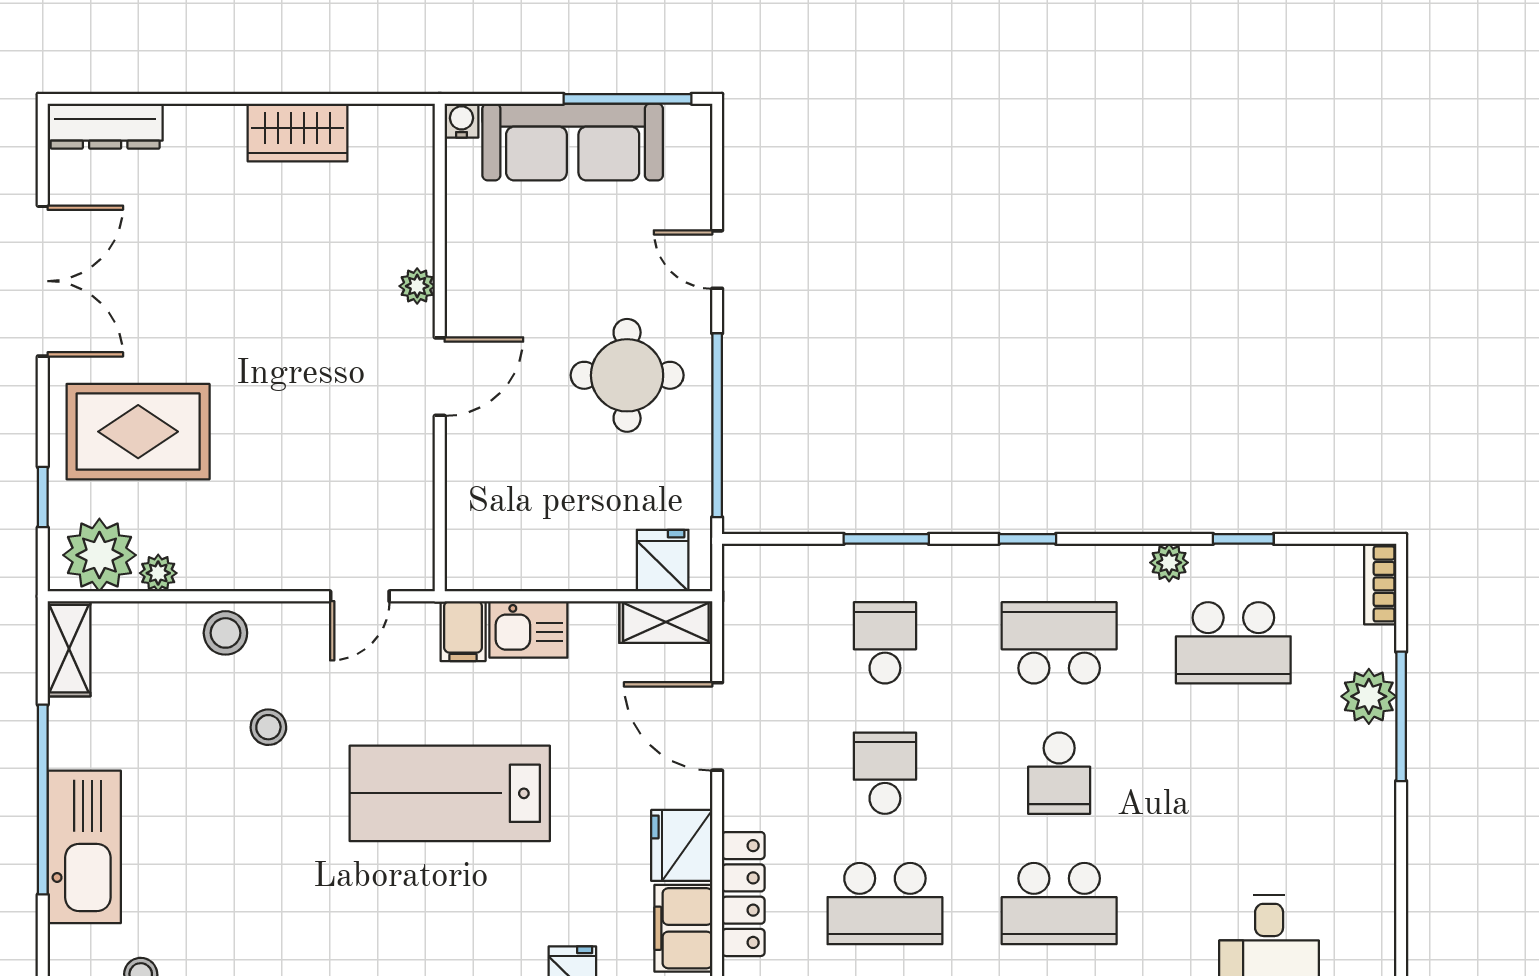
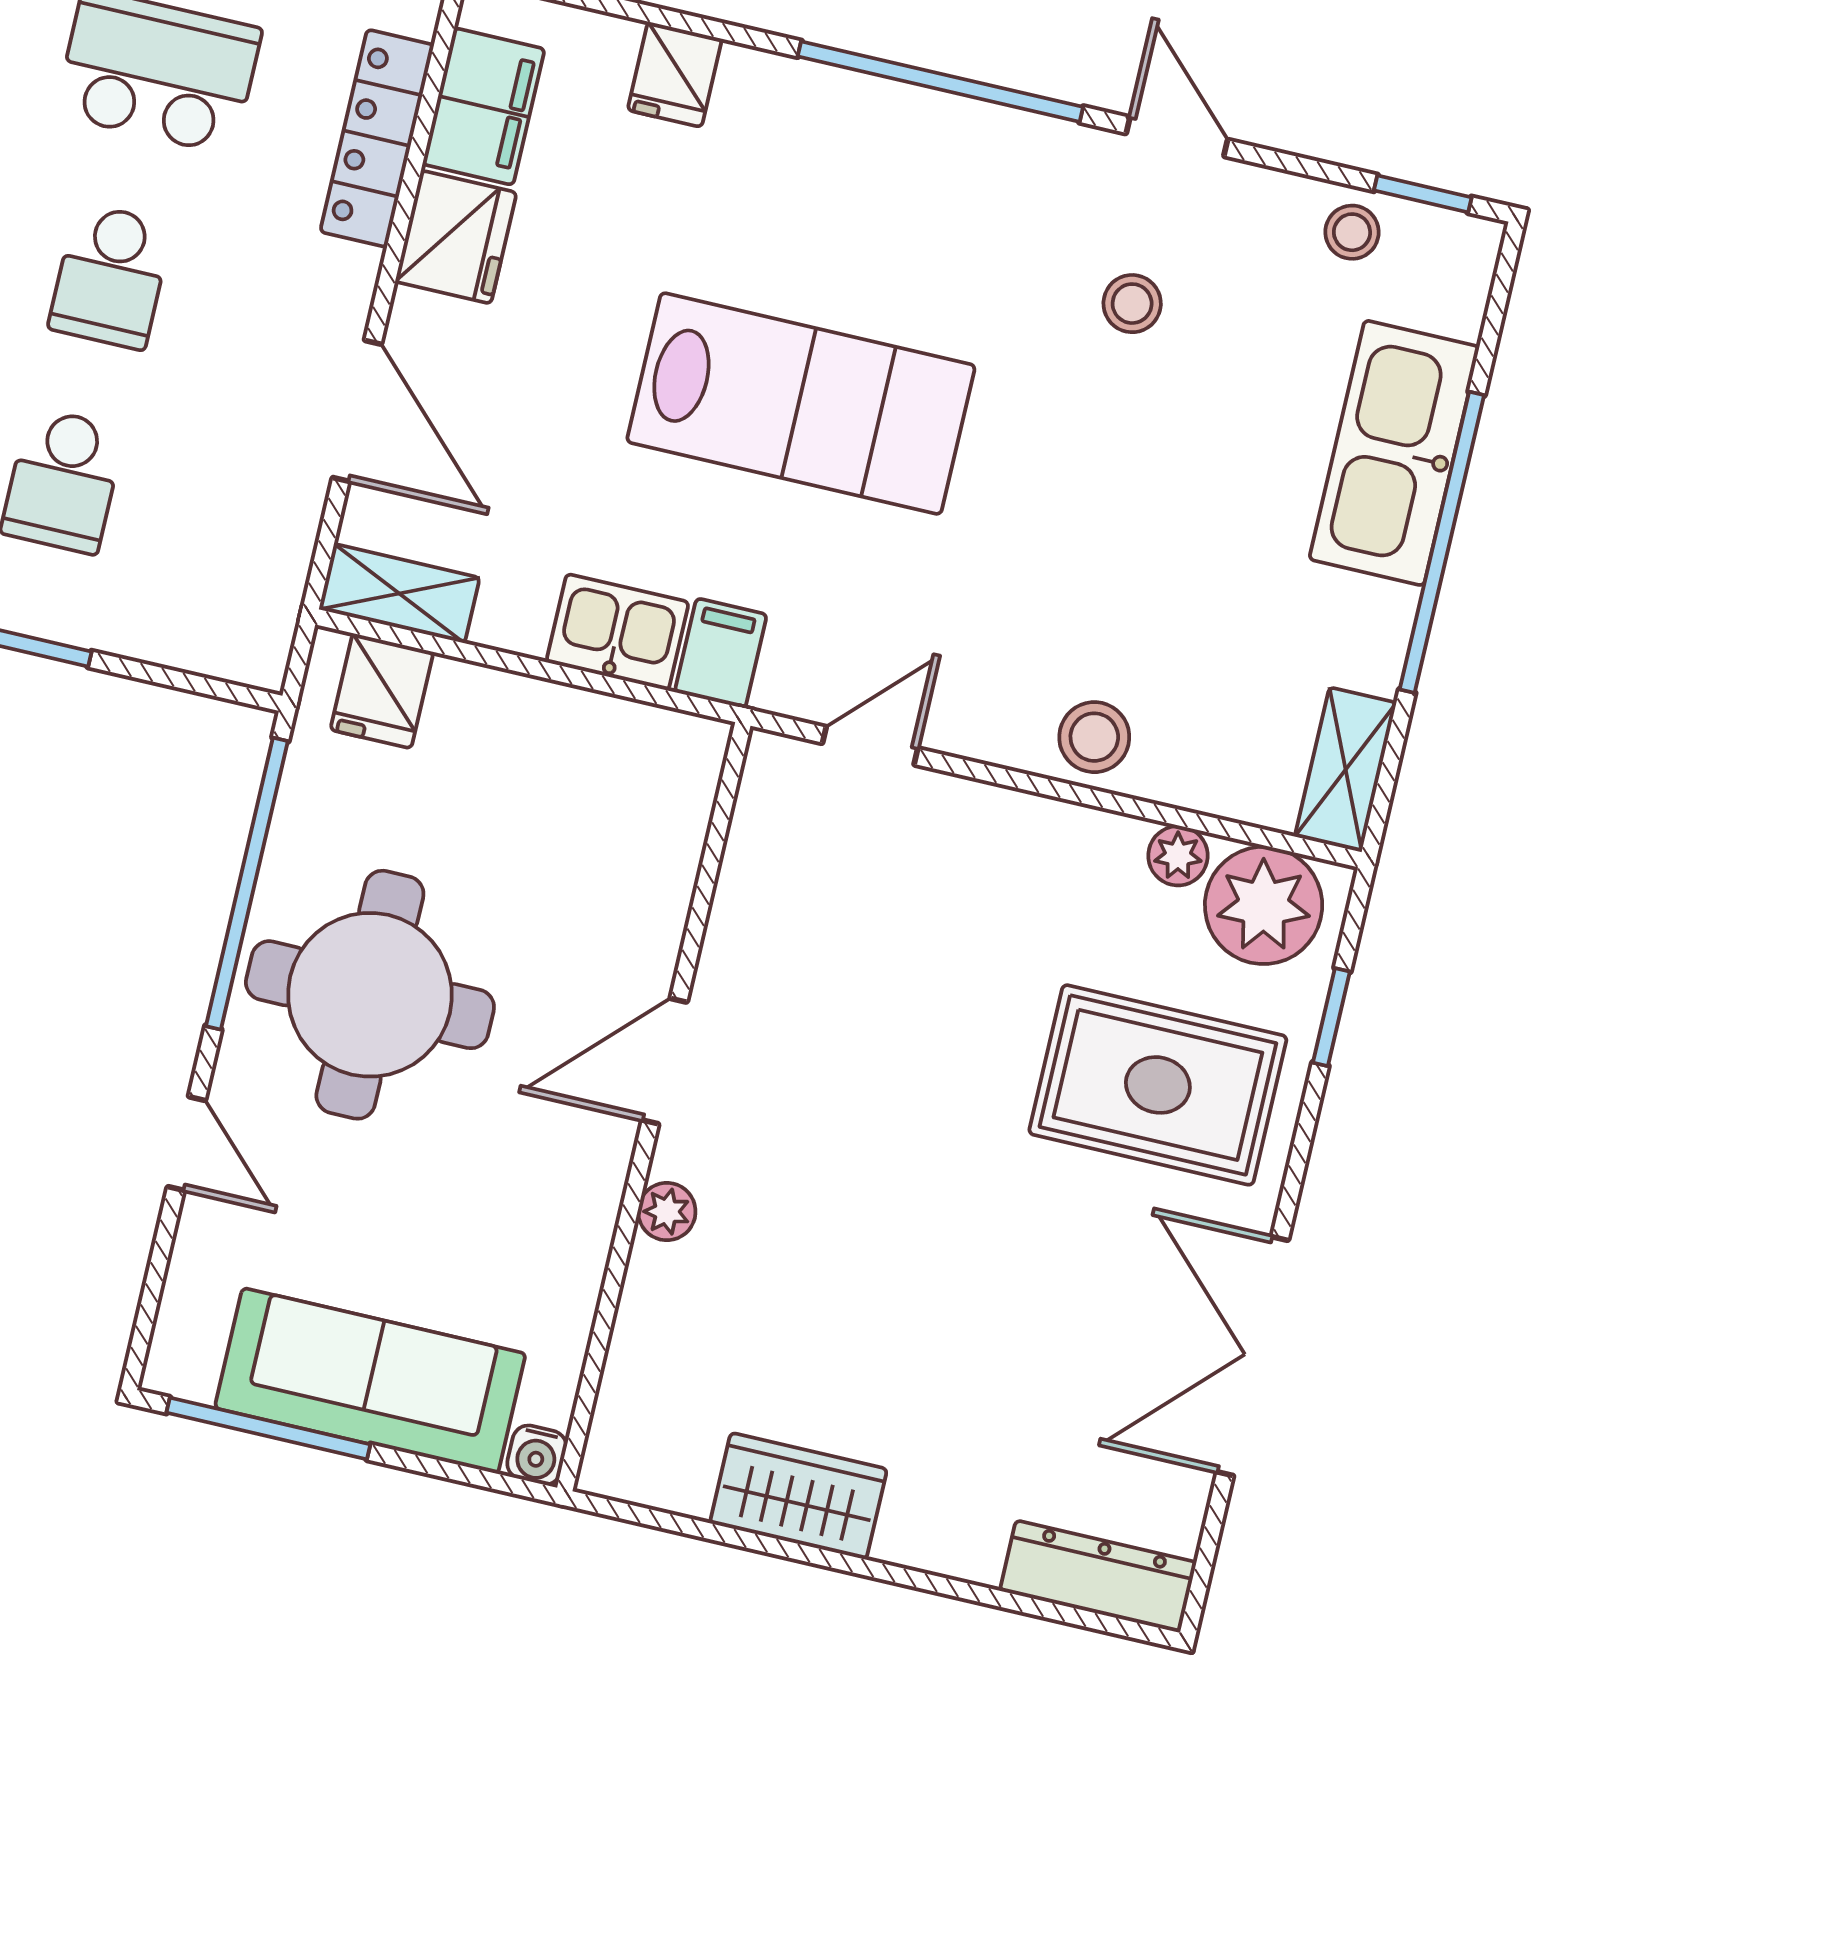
round table: (627, 375) -> (370, 995), width x1.36, depth x1.36
stool: (268, 727) -> (1132, 304), moved

